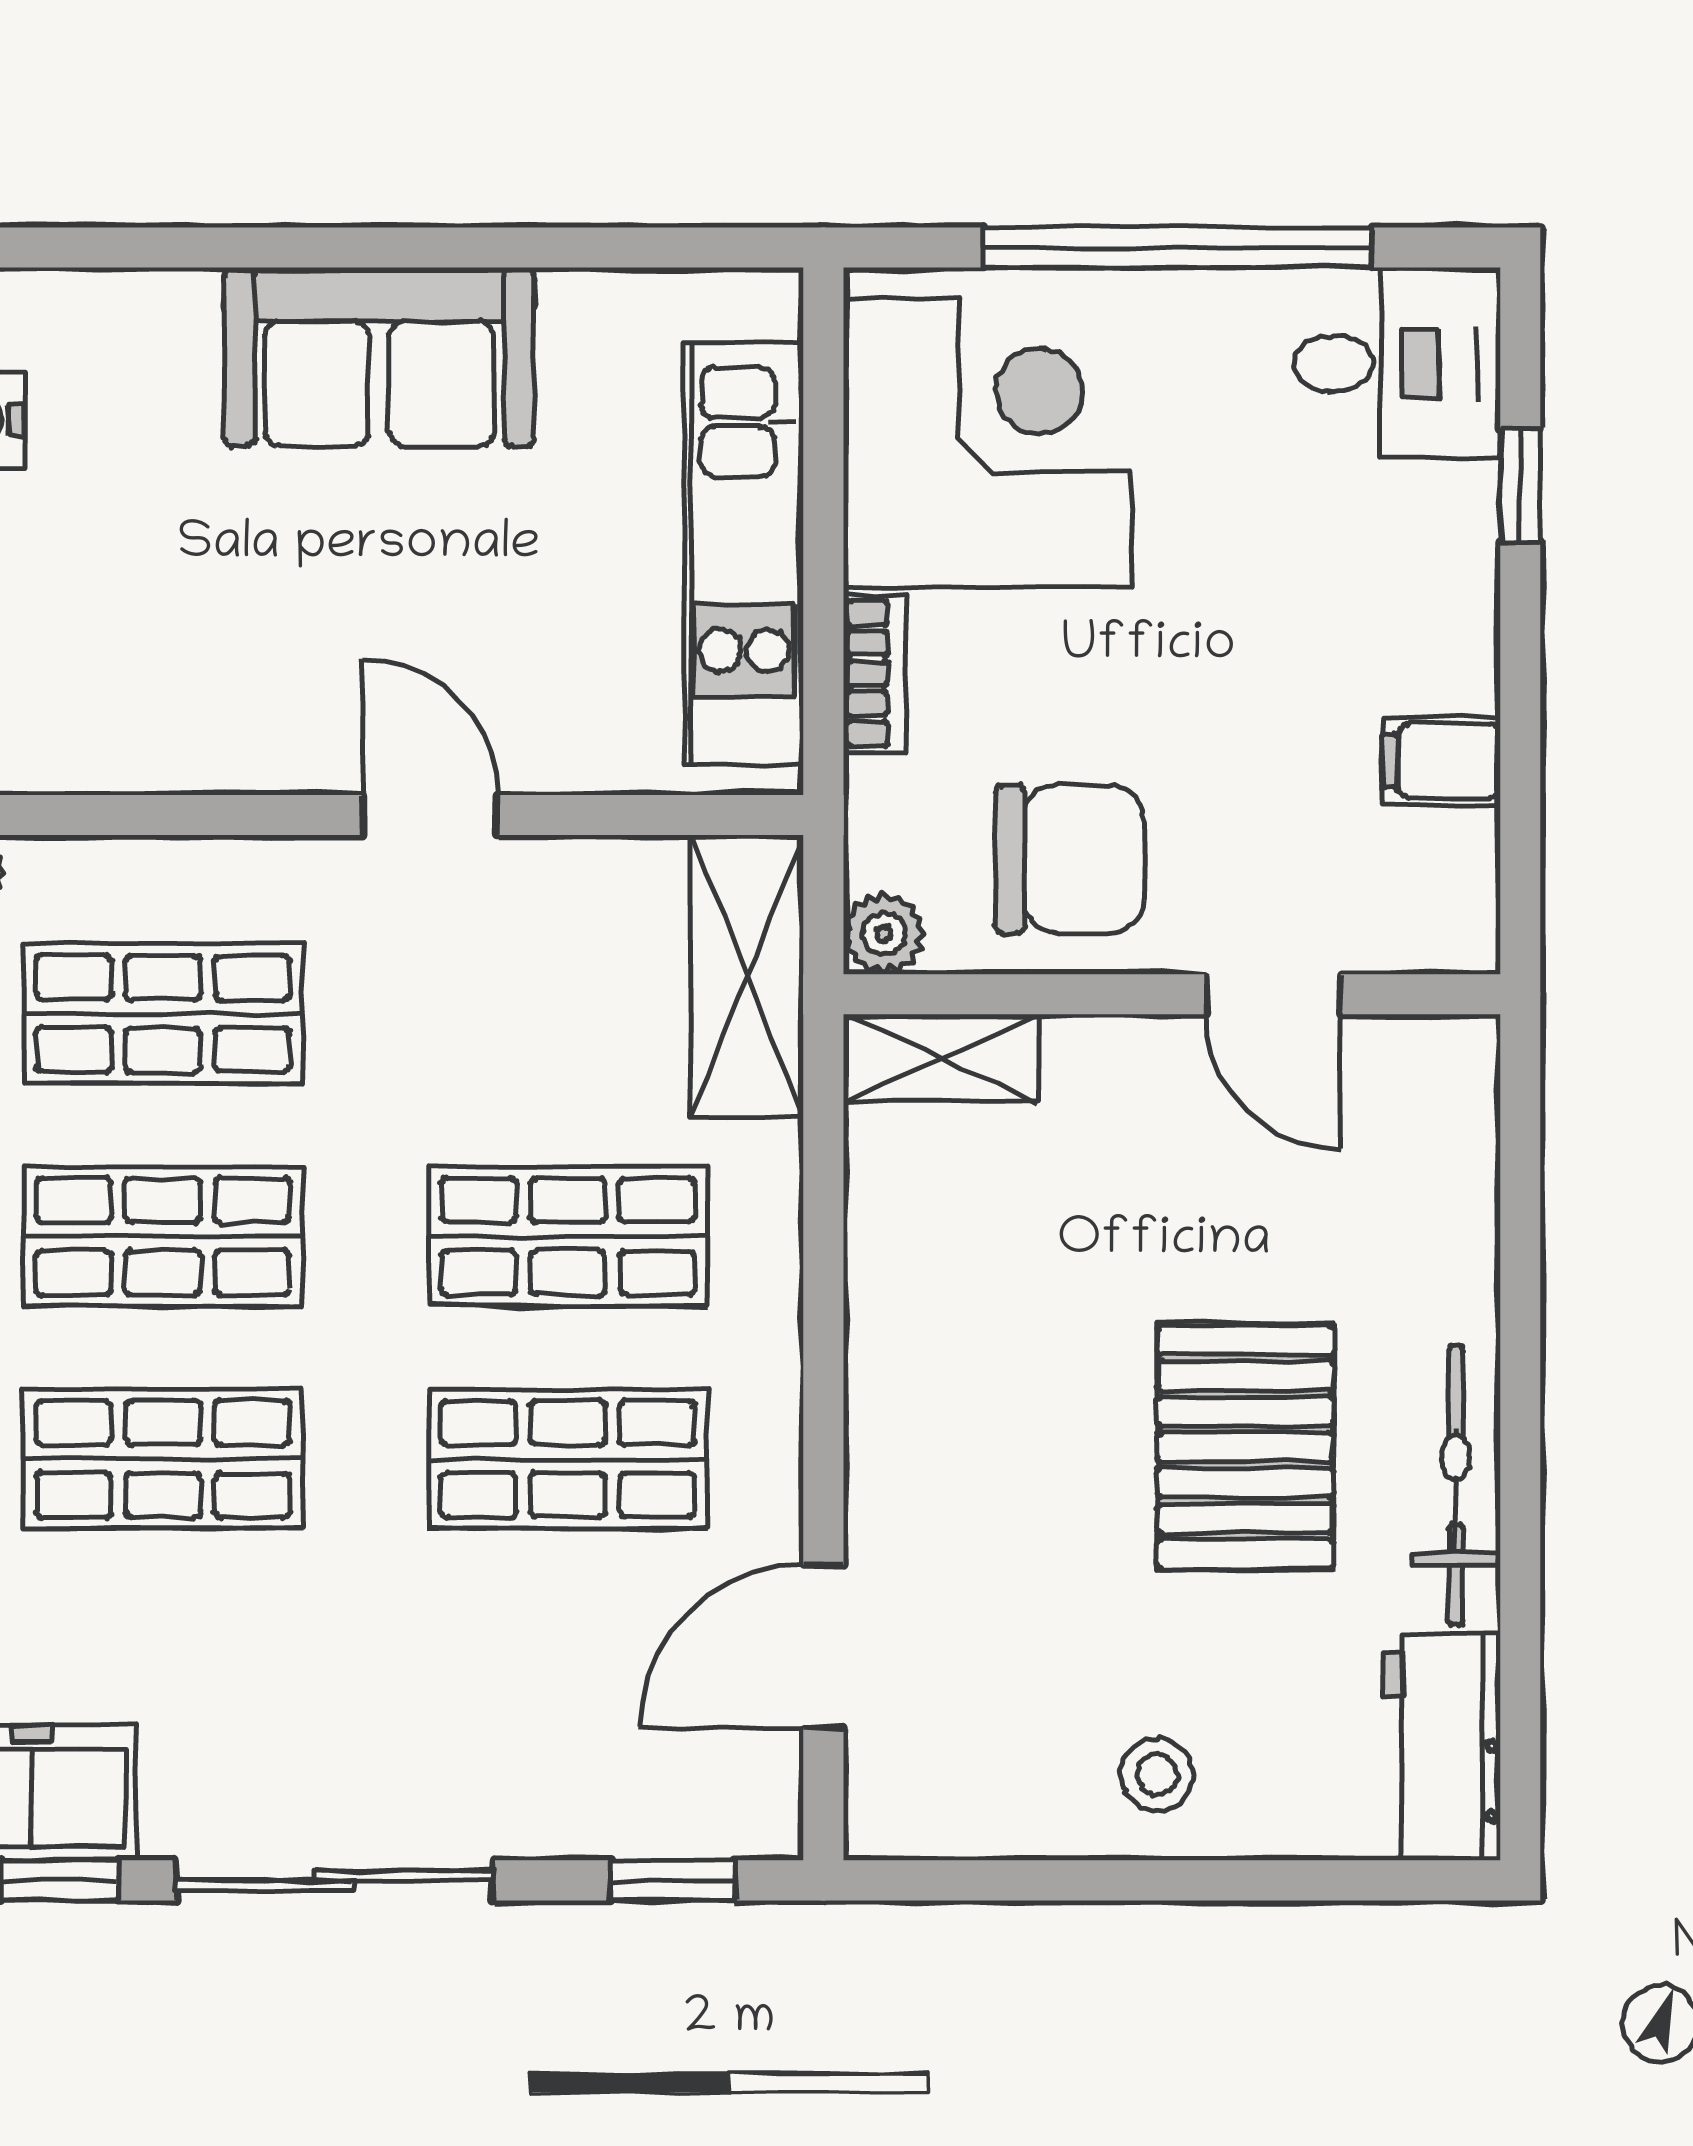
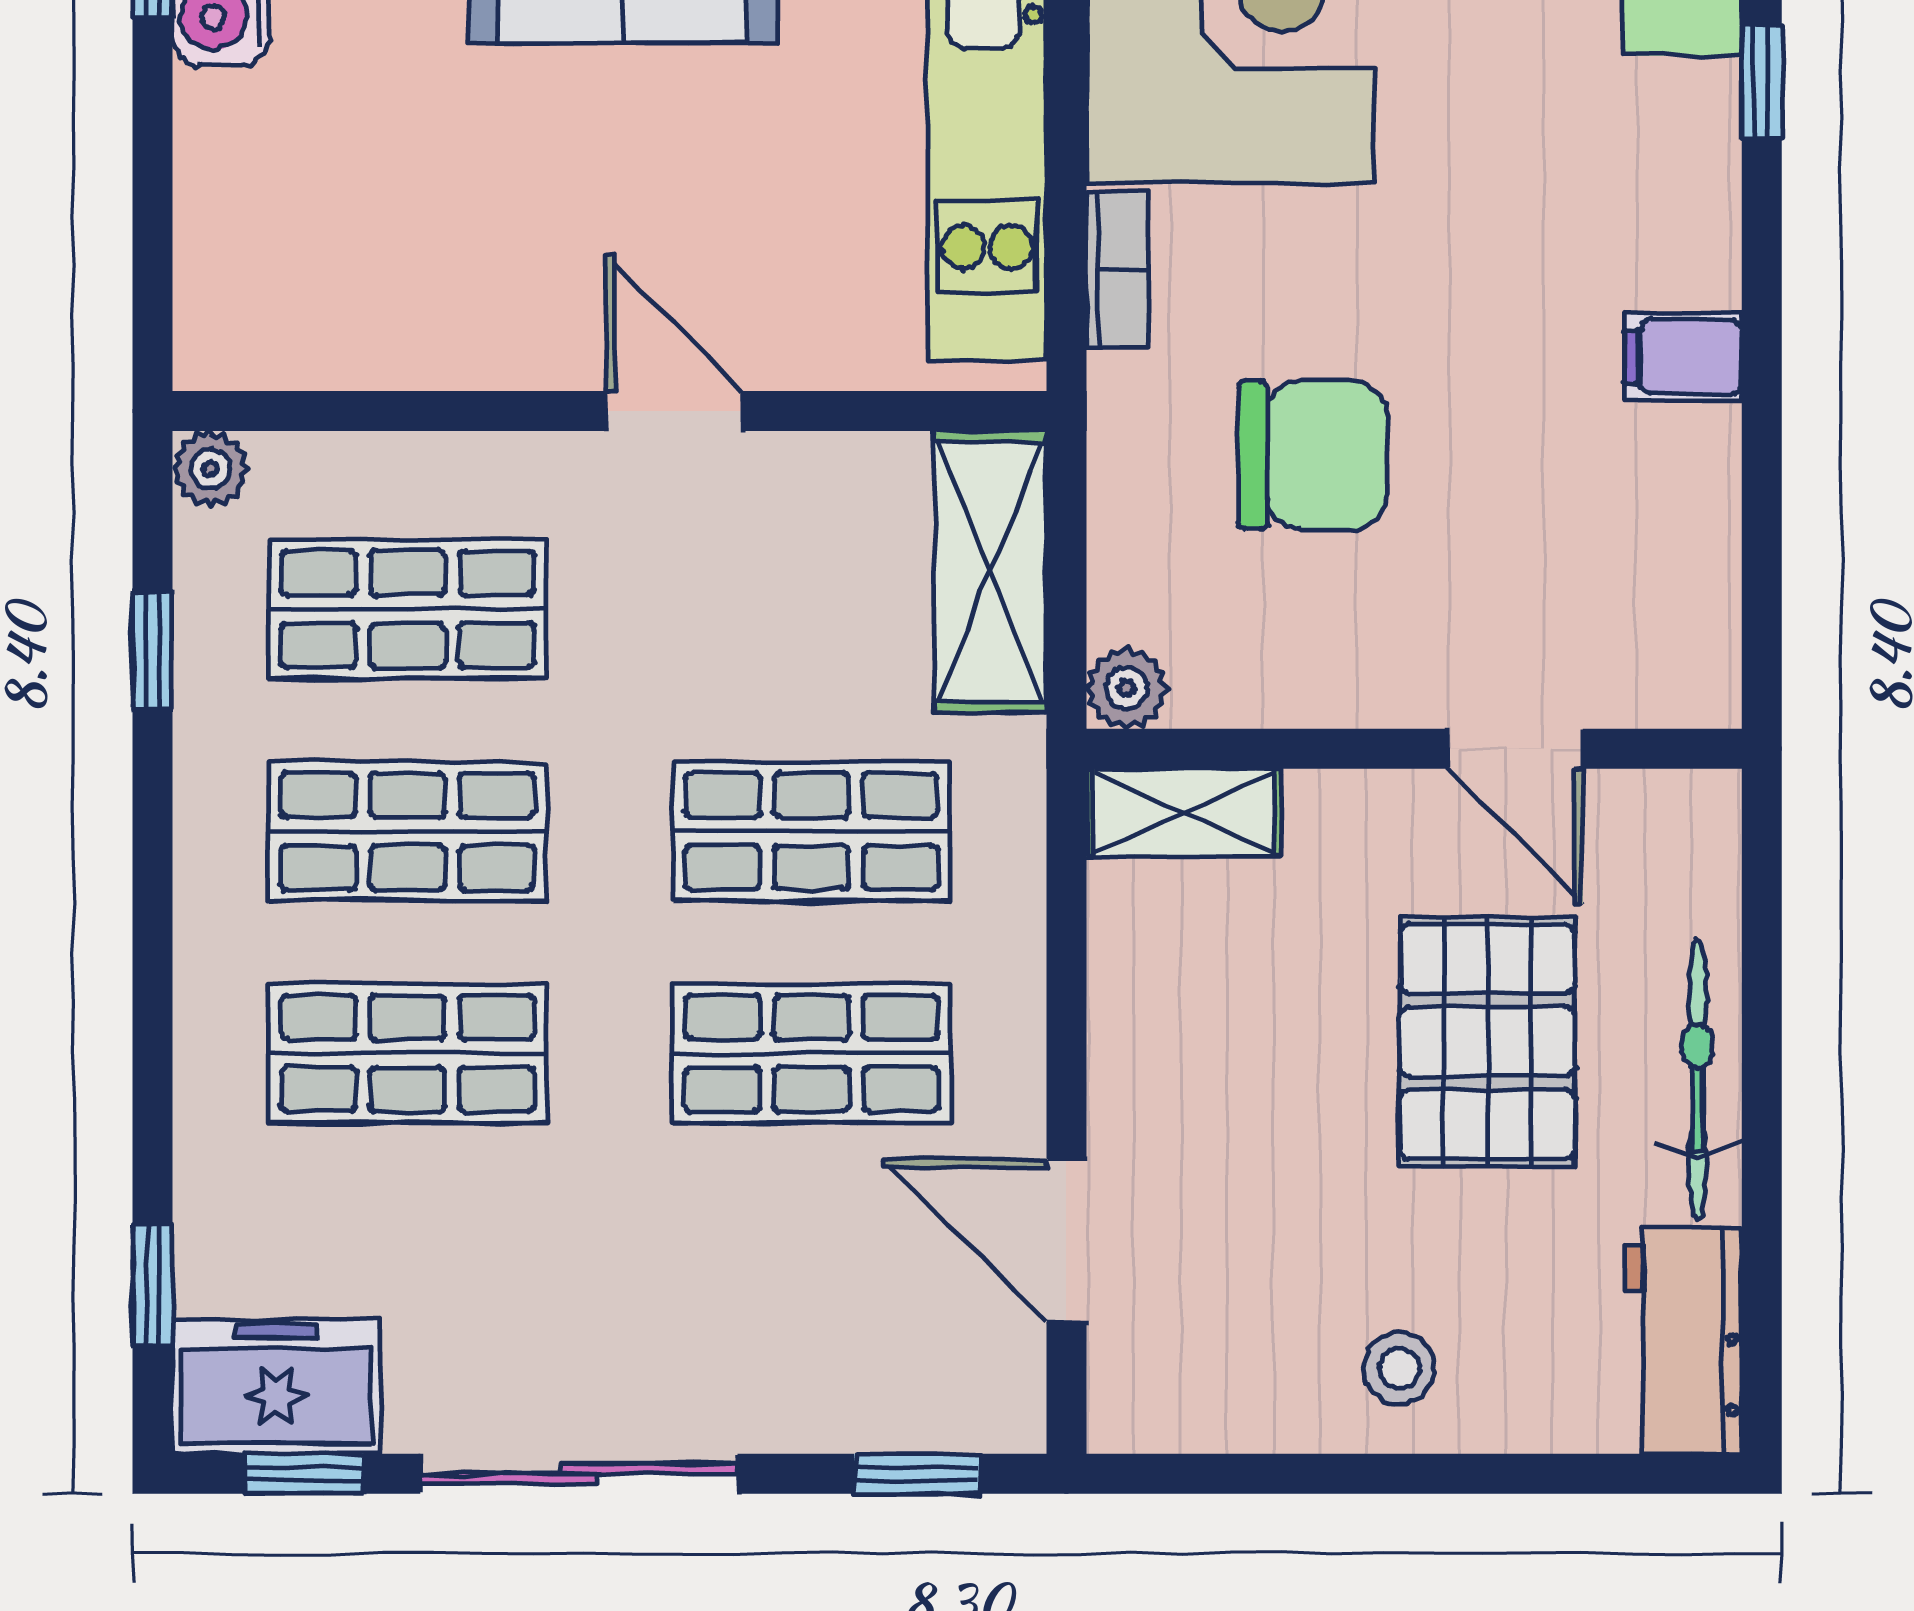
plant: (884, 934) -> (1127, 688), moved
wall: (1172, 994) -> (1414, 749), moved
door: (1273, 994) -> (1515, 749), moved
shelving: (941, 1058) -> (1184, 812), moved
door: (823, 1646) -> (1066, 1240), hinge flipped

